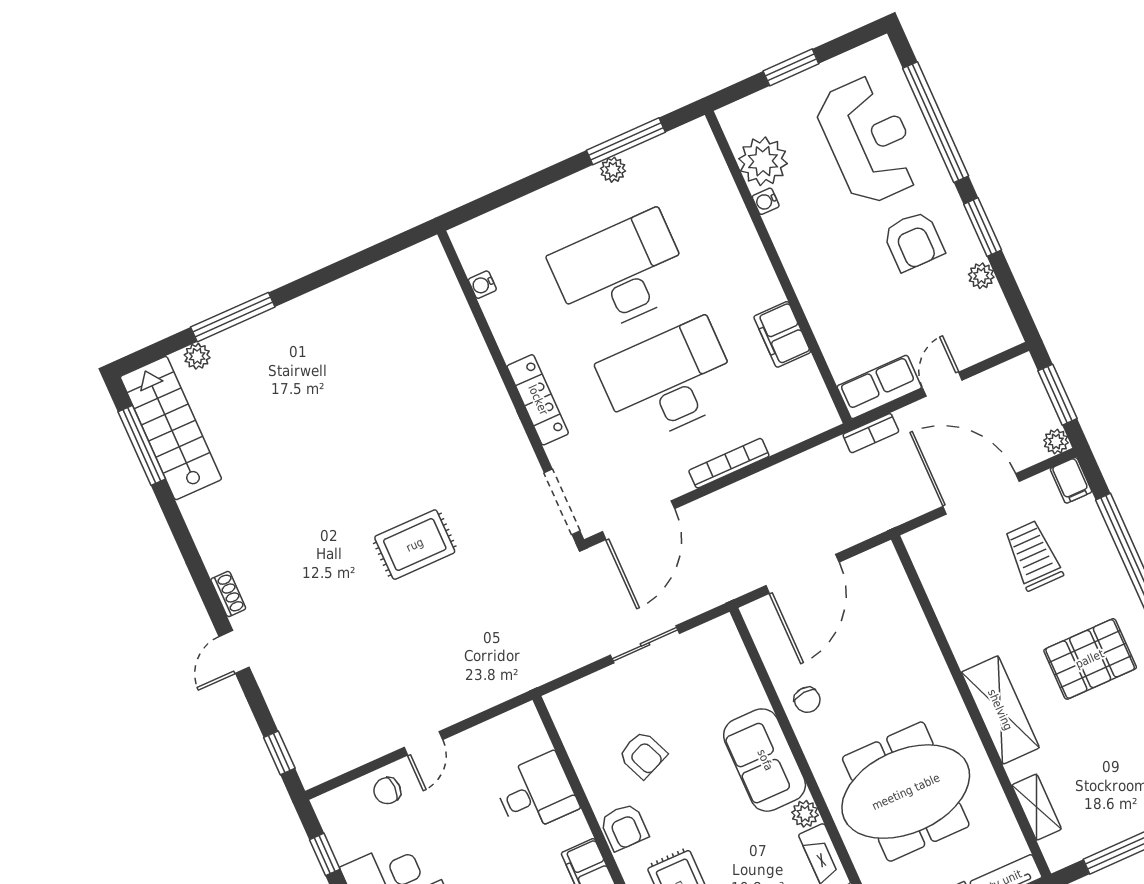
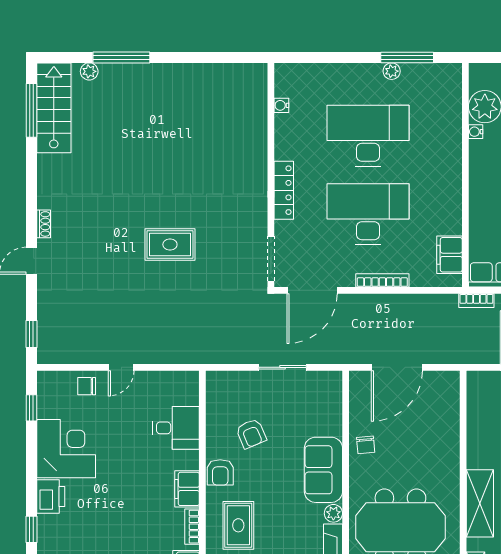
filing cabinet: (782, 334) -> (450, 255), moved

